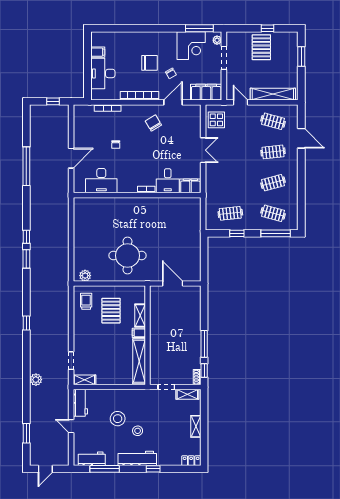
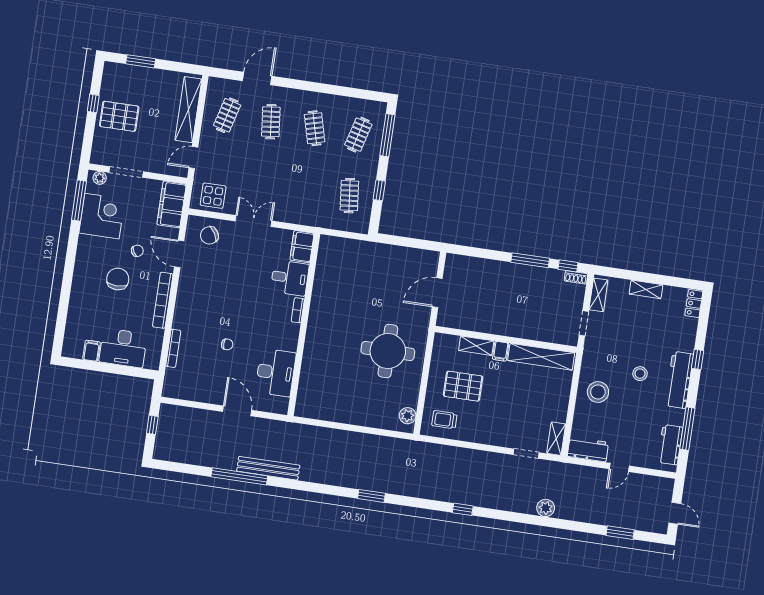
chair: (153, 123) -> (209, 235), moved
bench: (35, 185) -> (268, 468), added
window: (26, 237) -> (340, 491), removed
stool: (118, 419) -> (598, 392), moved

